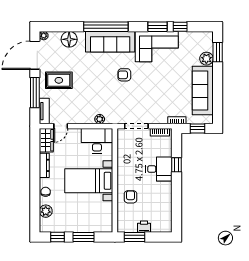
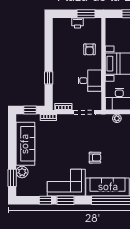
desk: (159, 169) -> (90, 81), moved, turned 180

